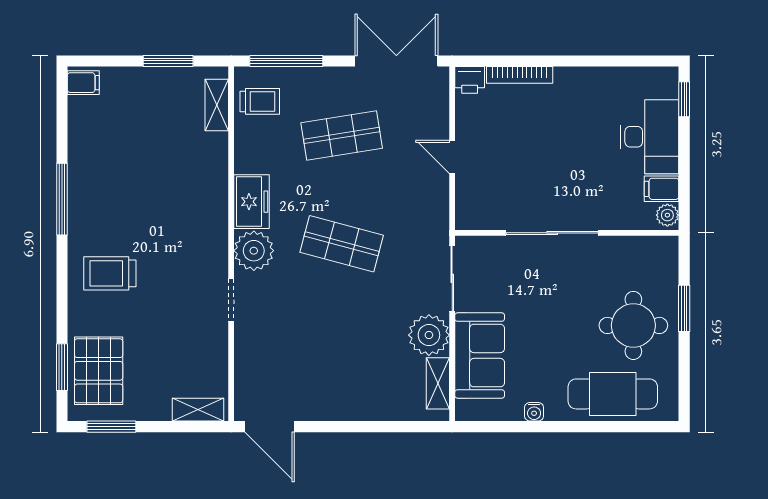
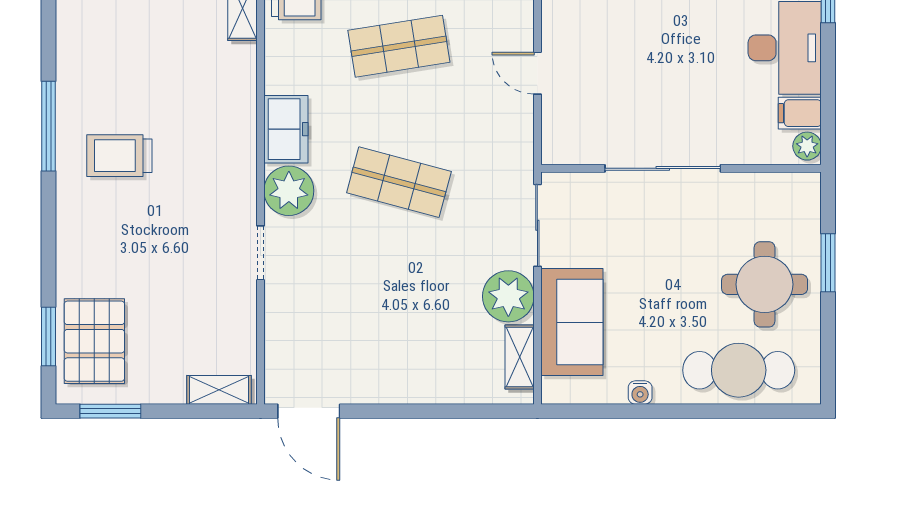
trolley: (110, 273) -> (119, 156), moved

